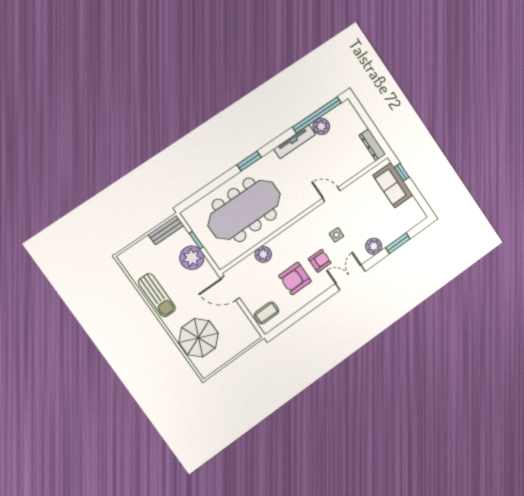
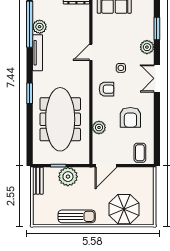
armchair: (320, 261) -> (107, 89), moved, turned 90

